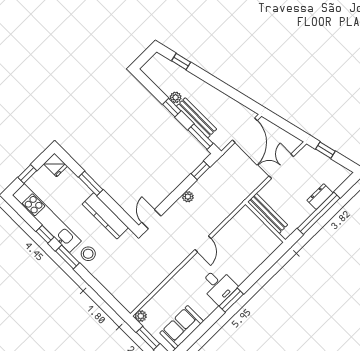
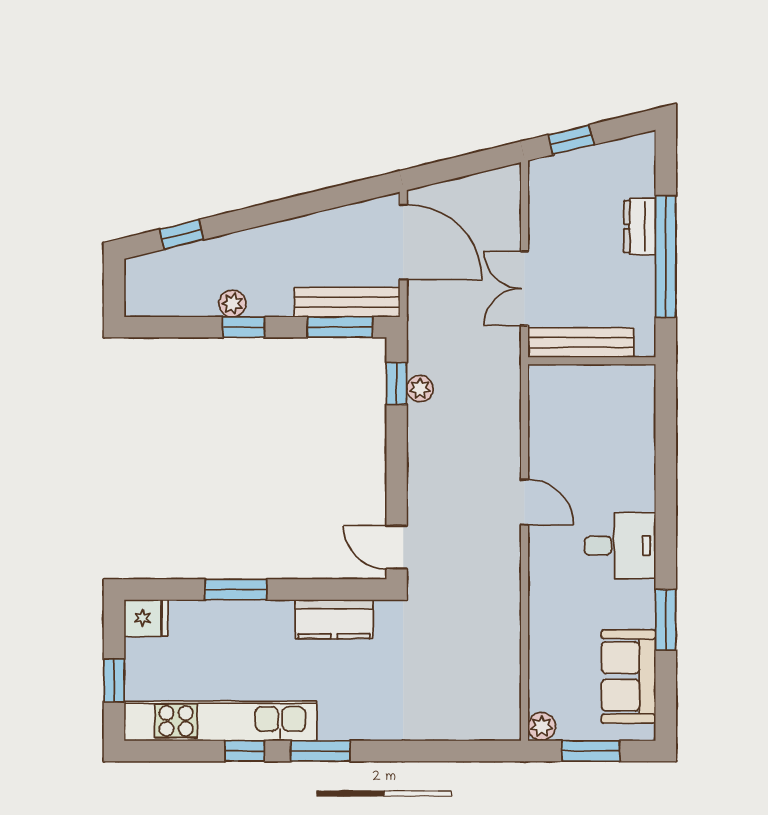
bench: (197, 118) -> (347, 302), moved
double door: (281, 166) -> (524, 288), moved
plant: (188, 197) -> (420, 389), moved
kitchen counter: (105, 216) -> (334, 619), width x0.67
stool: (88, 254) -> (350, 711), removed
window: (231, 300) -> (666, 620), moved

